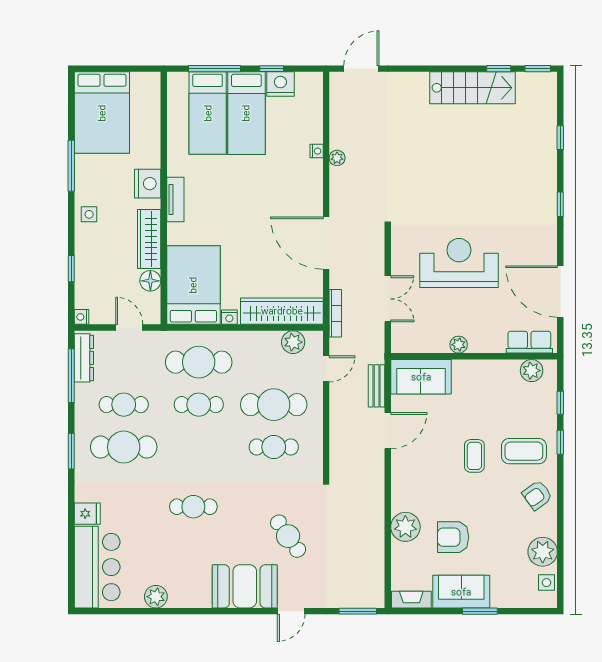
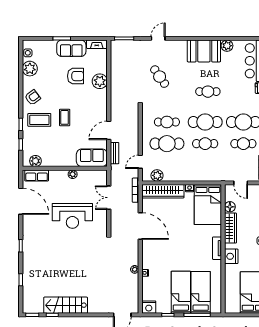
nightstand: (280, 84) -> (149, 307), moved
cafe table: (199, 362) -> (205, 122), moved
booth: (245, 586) -> (204, 51), moved

